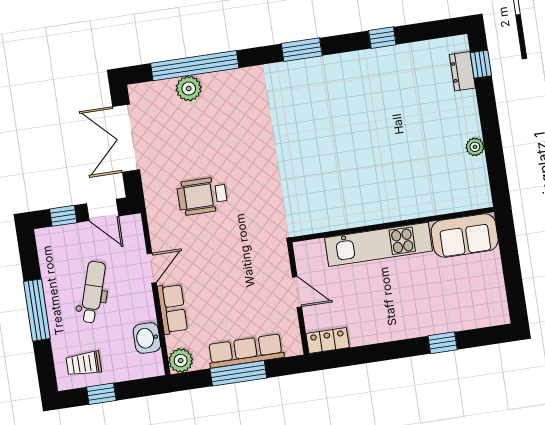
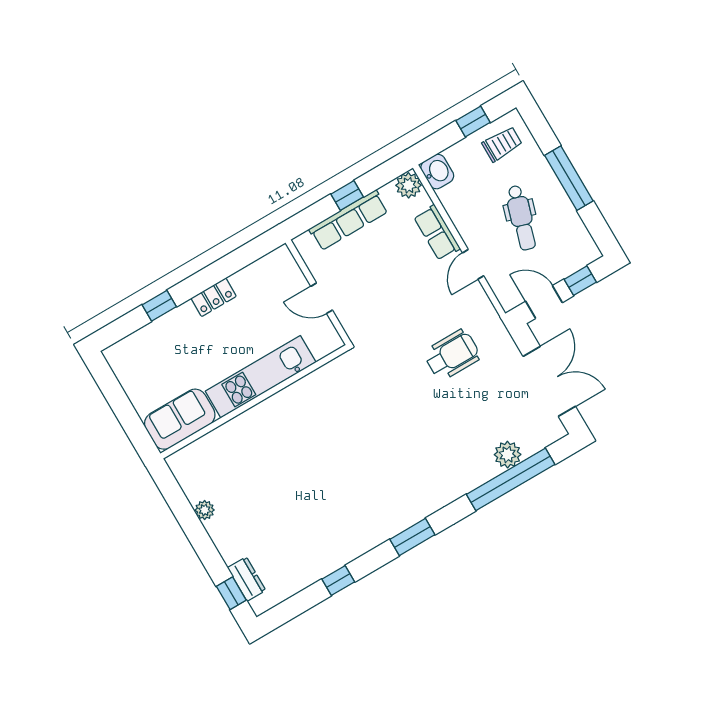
washbasin: (147, 338) -> (437, 172), moved
locker: (328, 341) -> (214, 297), moved
window: (238, 373) -> (347, 195), width x0.46

